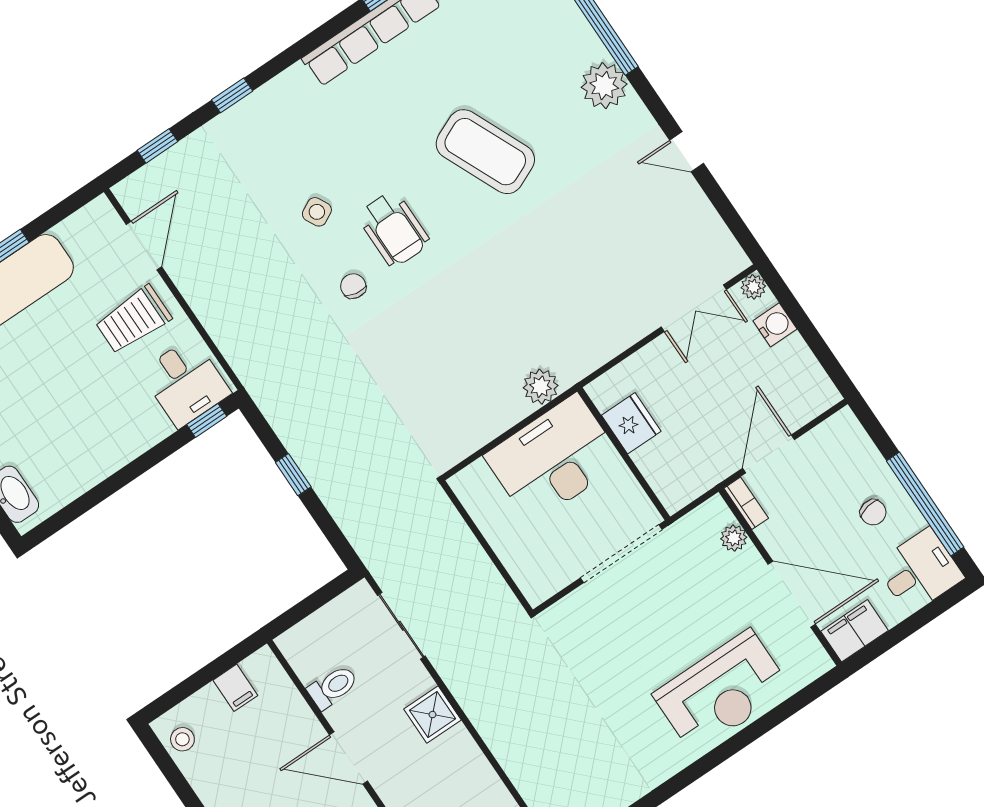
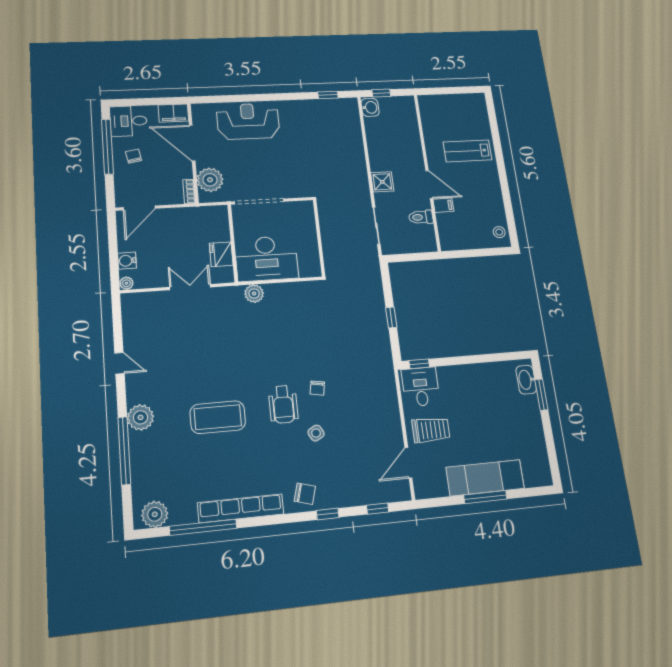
chair: (284, 107) -> (305, 494), added
coffee table: (485, 152) -> (218, 417), turned -66
wheelchair: (394, 229) -> (283, 404), turned 180
double door: (694, 308) -> (190, 287), moved
door: (769, 454) -> (139, 208), moved
plant: (734, 538) -> (210, 180), width x1.87, depth x1.87
filing cabinet: (235, 688) -> (443, 205), moved, turned 90

